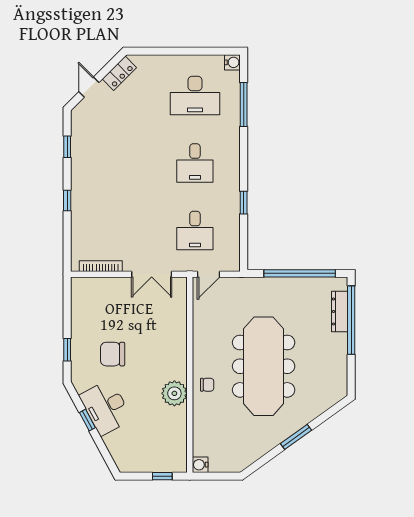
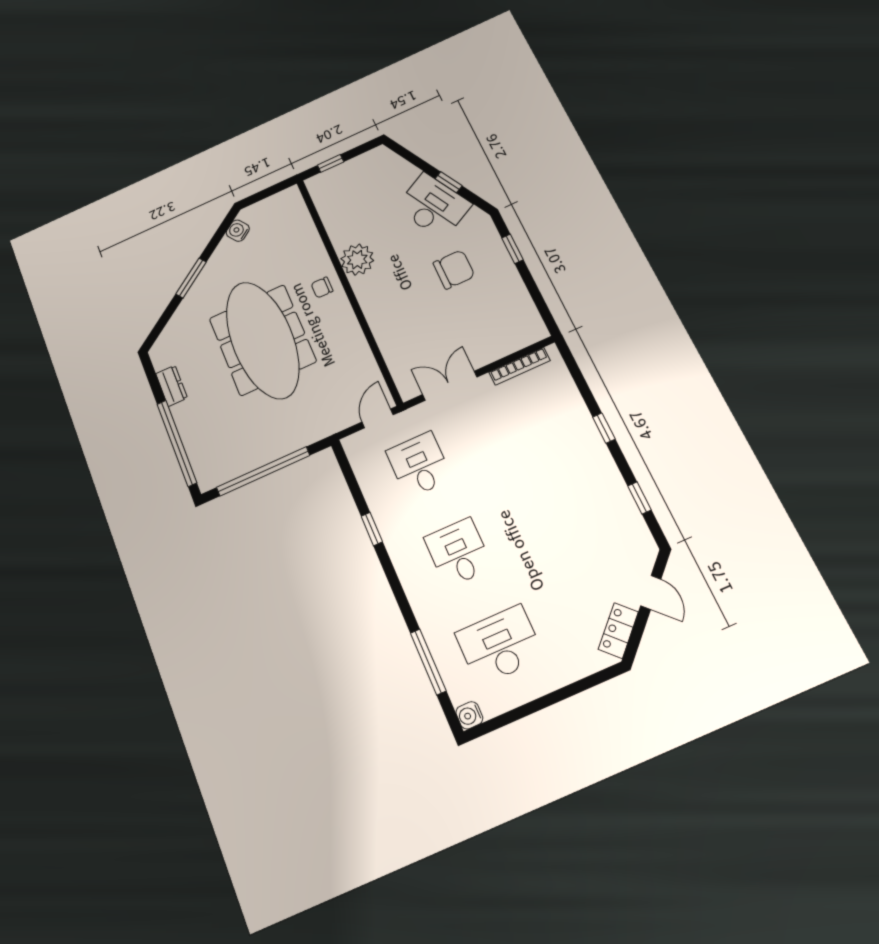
dresser: (340, 311) -> (172, 386), moved, width x0.70
water cooler: (200, 465) -> (238, 231), moved, turned -126

